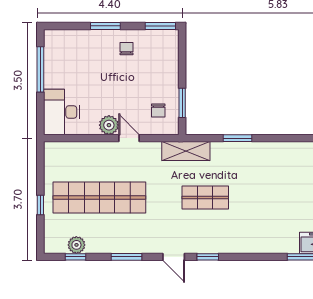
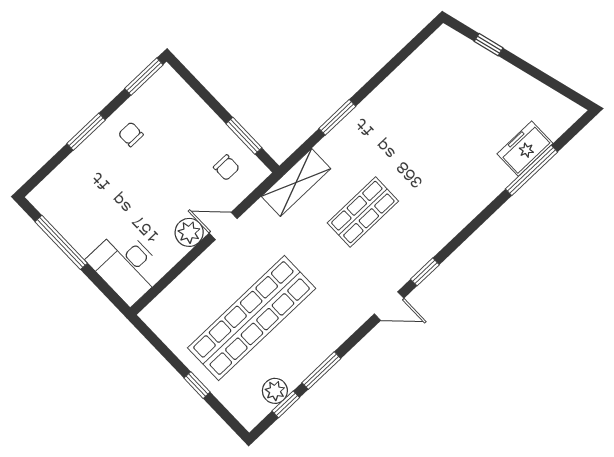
window: (126, 257) -> (321, 371), moved

